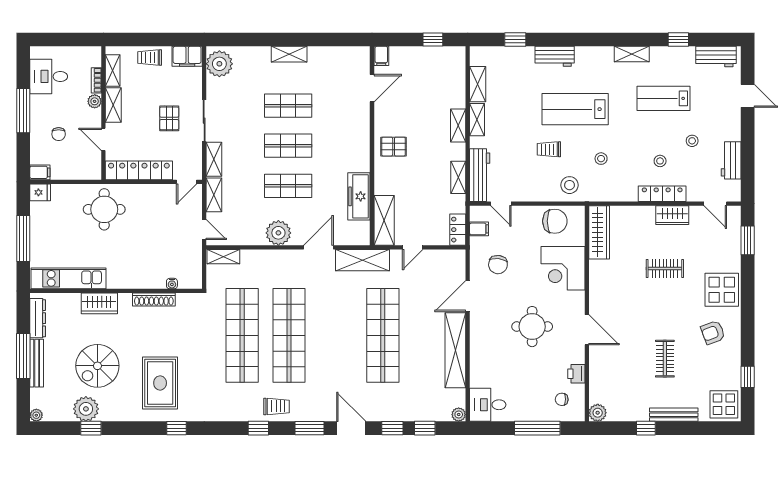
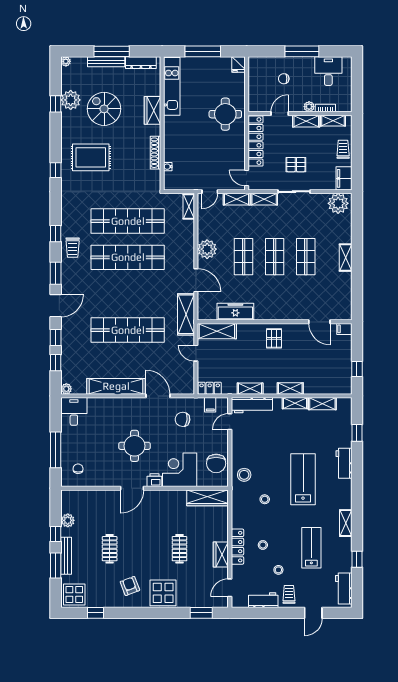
trolley: (549, 149) -> (289, 594), moved
filing cabinet: (40, 172) -> (254, 64), removed
clothes rail: (665, 359) -> (110, 549), turned 90
printer: (576, 374) -> (154, 480), moved
plant: (598, 413) -> (68, 520), moved
window: (686, 428) -> (56, 565), added

